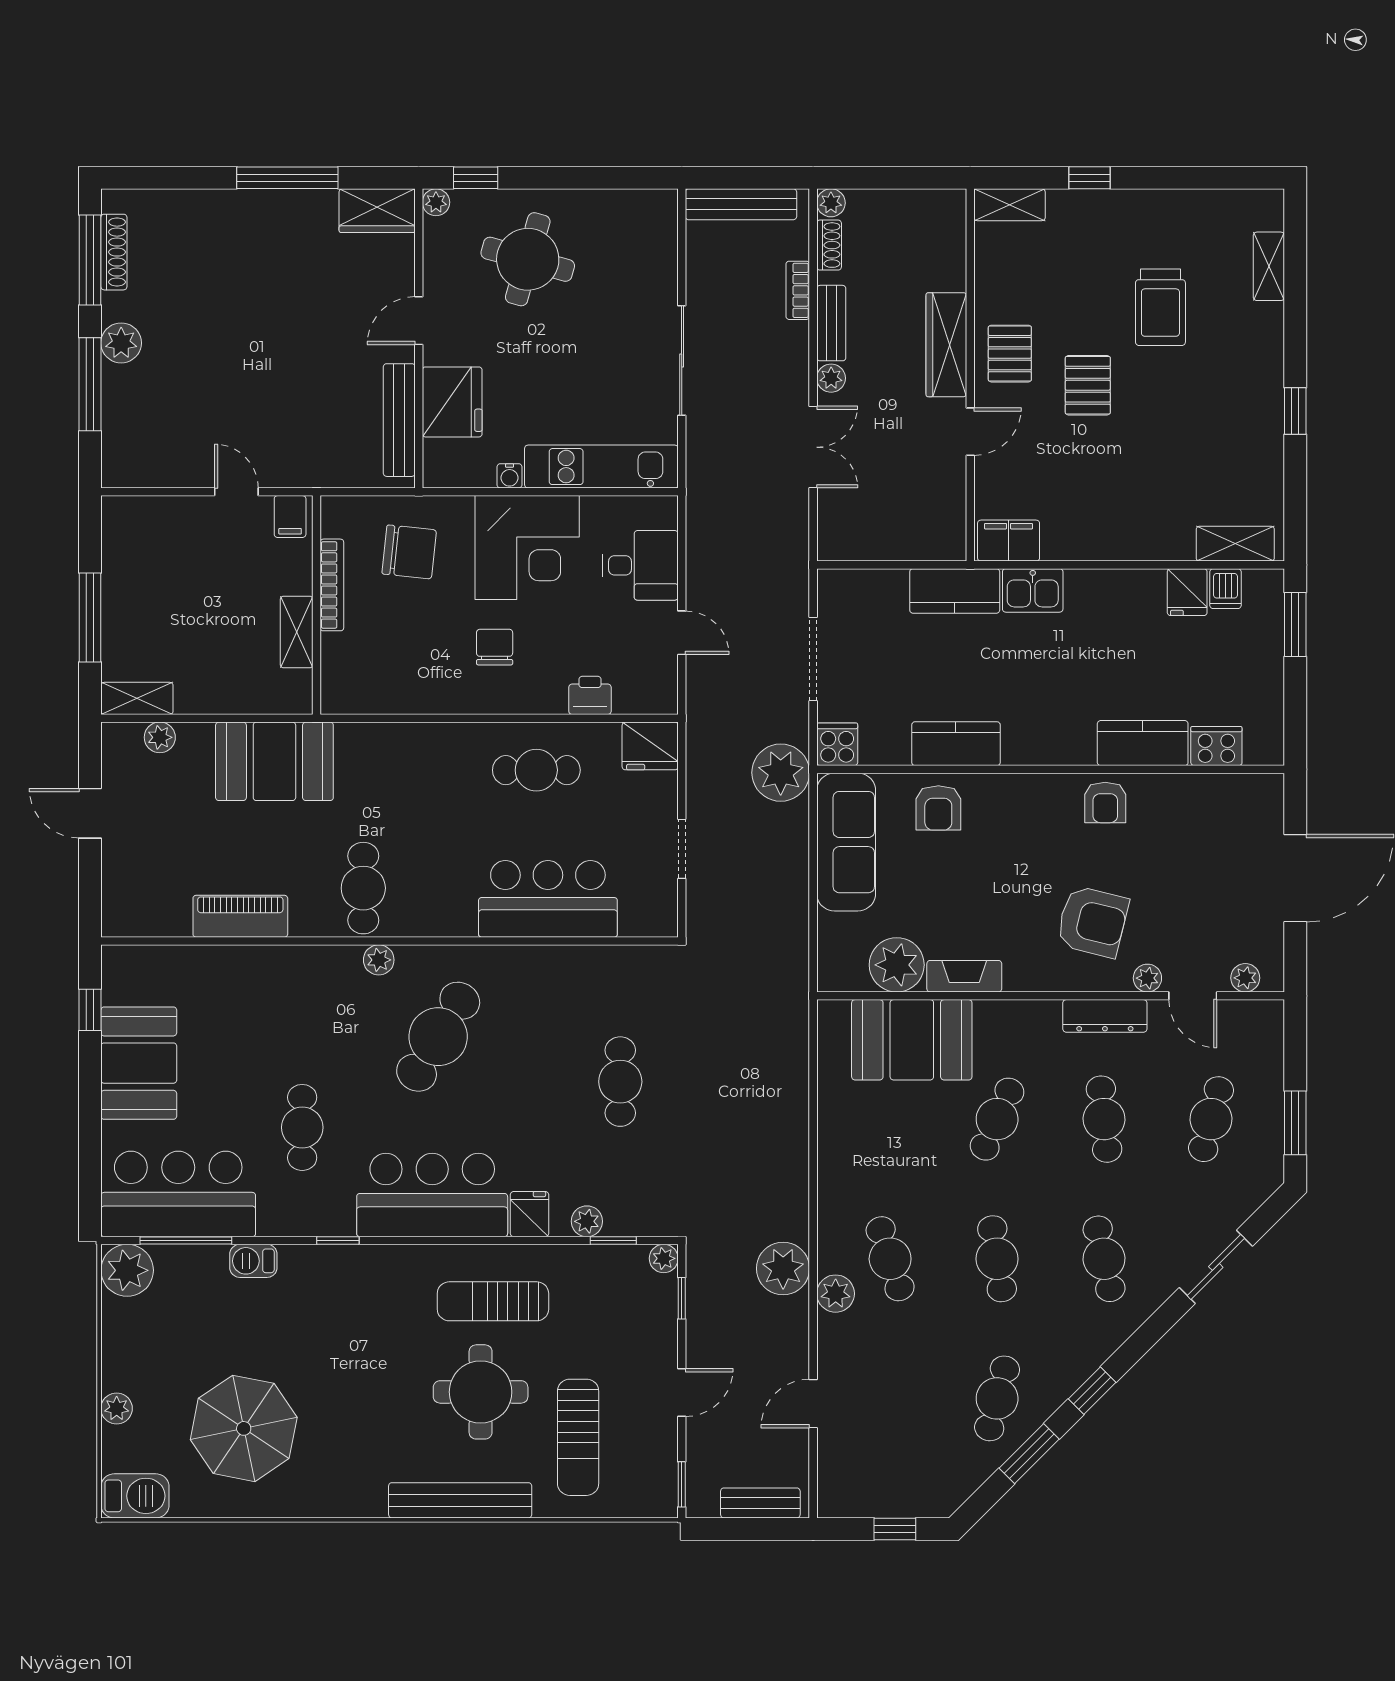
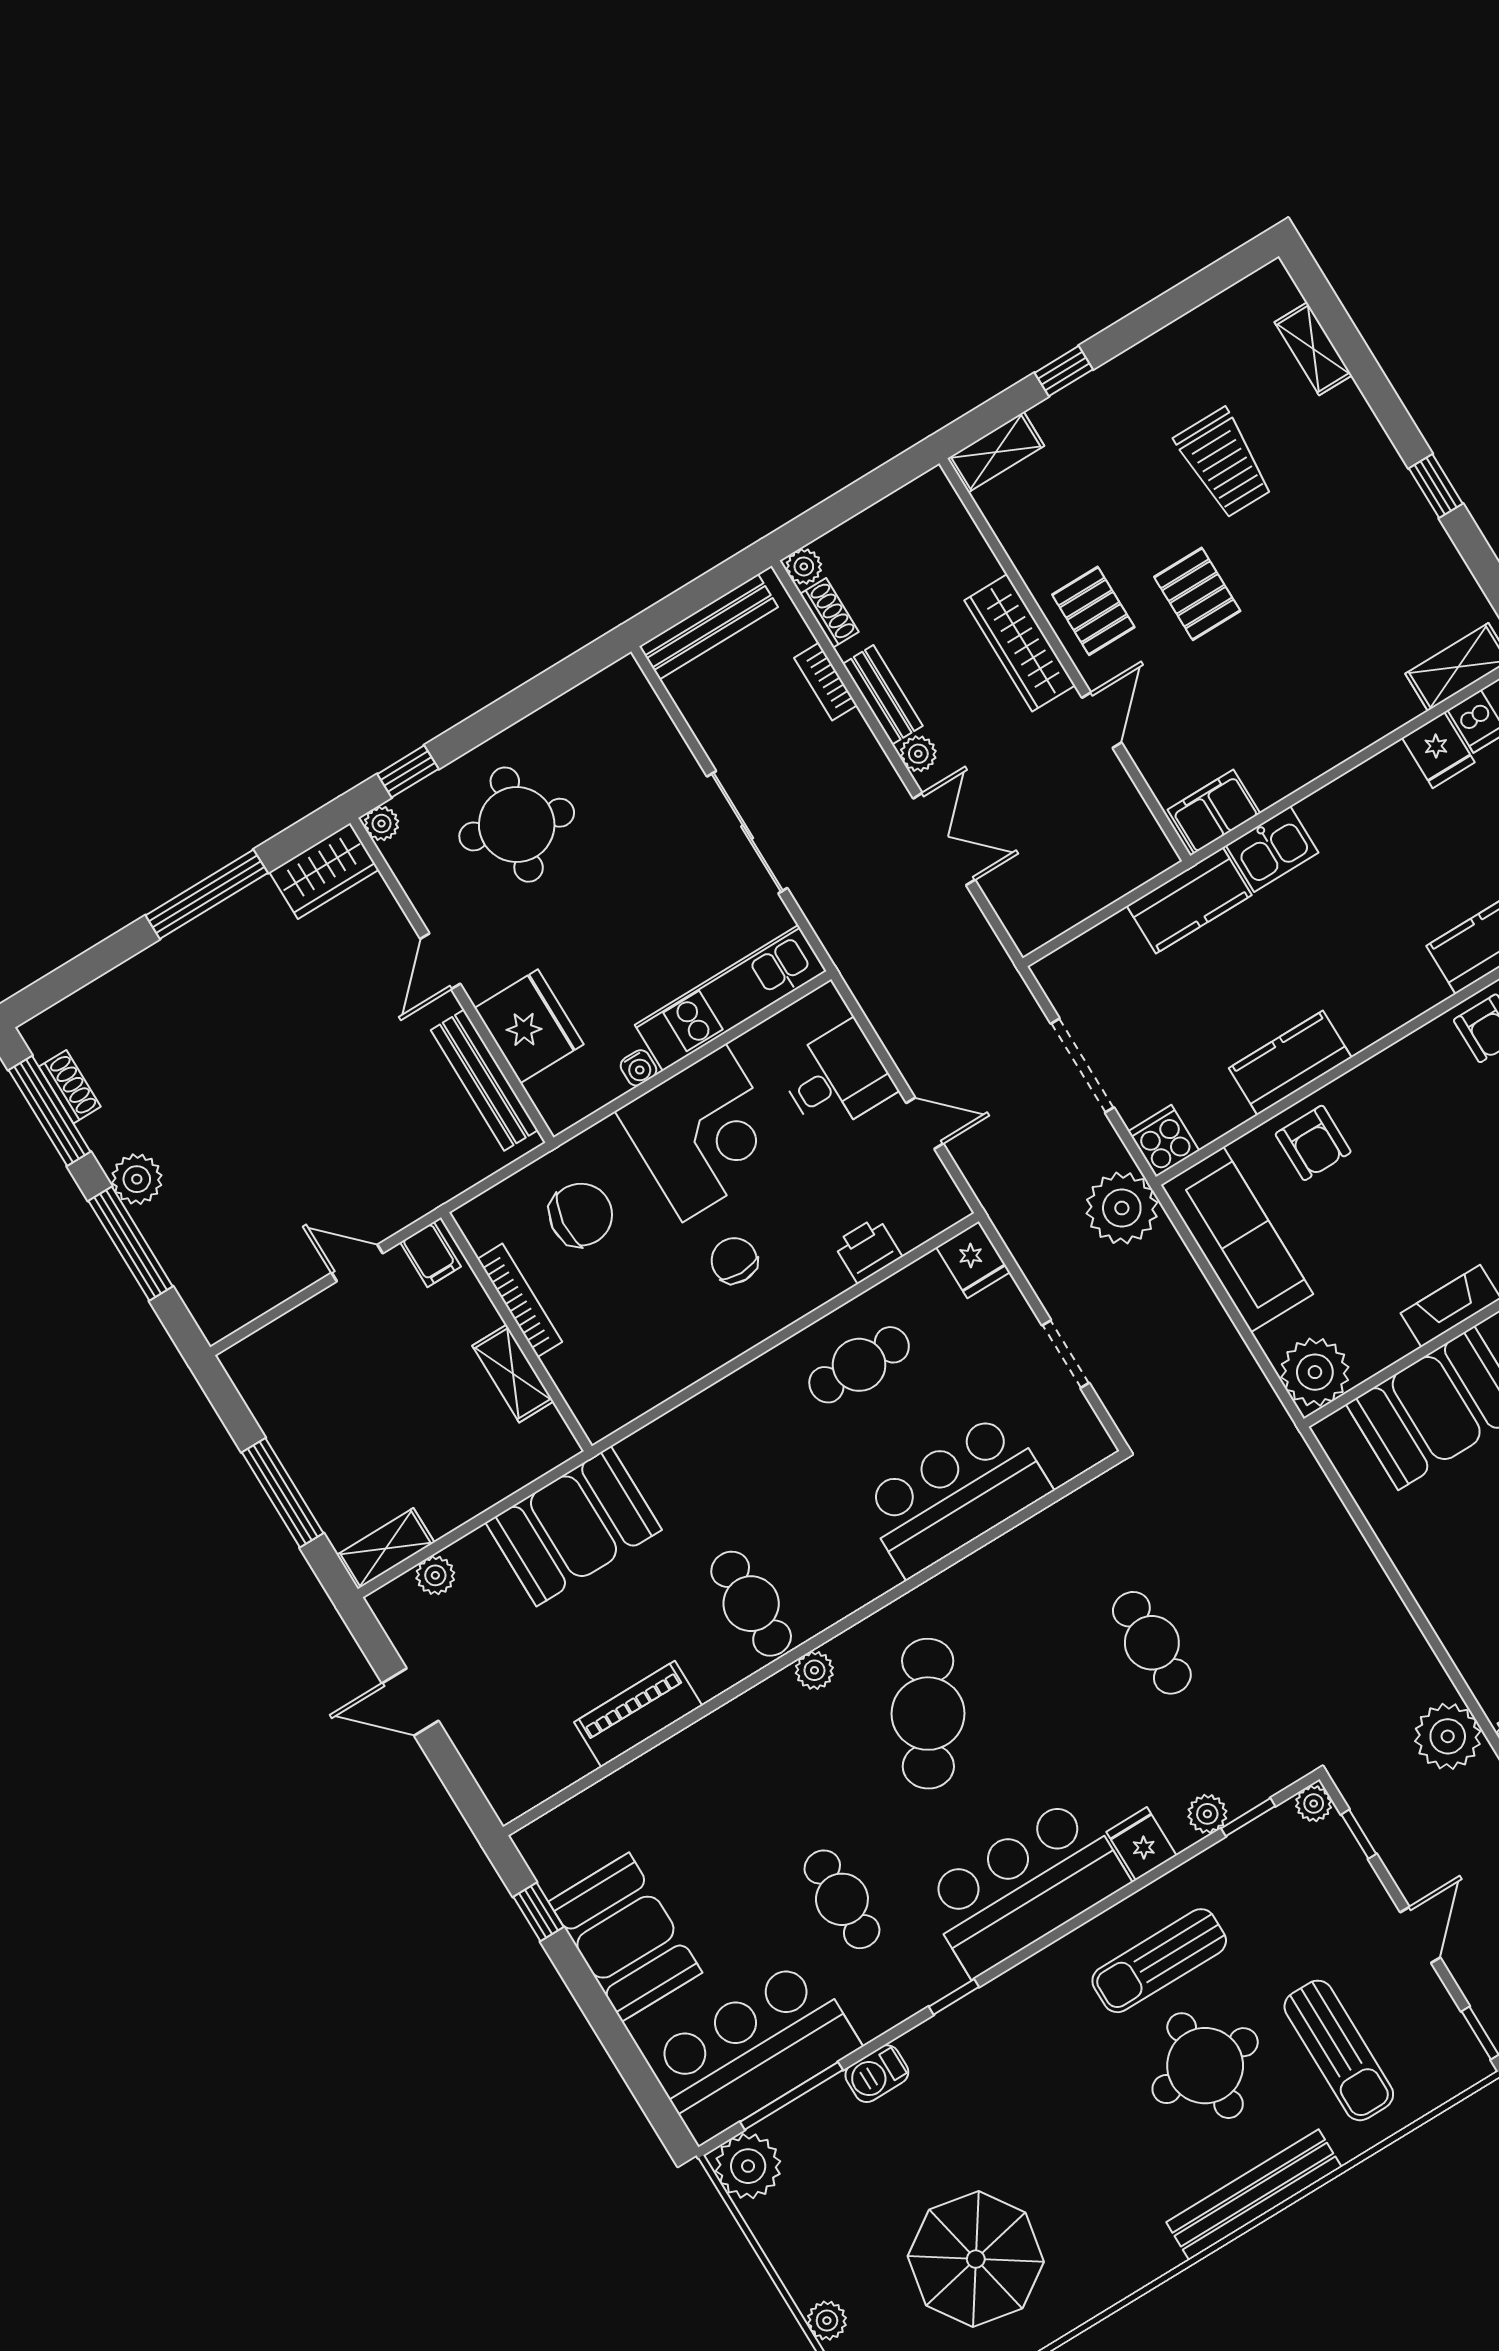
shoe rack: (114, 252) -> (70, 1087), width x0.70
fridge: (650, 746) -> (973, 1260), width x0.72
plant: (897, 965) -> (1315, 1372), moved

